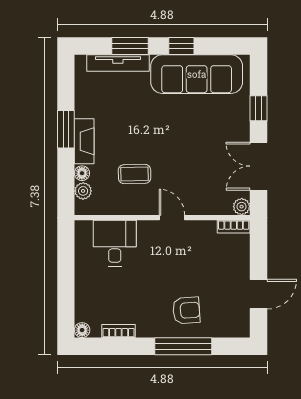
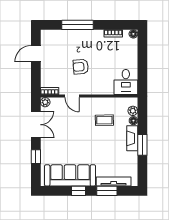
door: (172, 218) -> (72, 96), moved
desk: (115, 243) -> (126, 82), moved
armchair: (186, 310) -> (81, 67), moved

